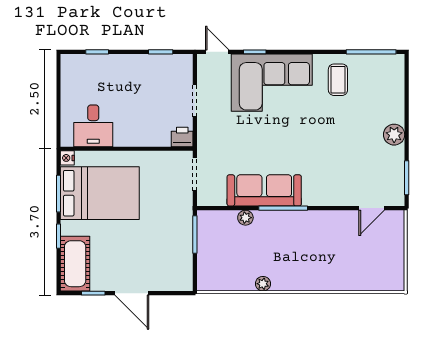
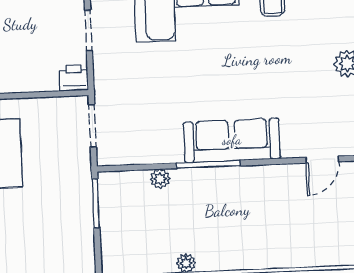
sofa: (264, 190) -> (232, 140), moved

